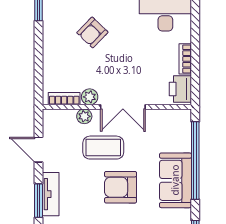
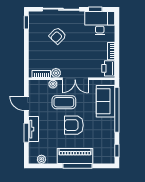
sofa: (175, 180) -> (106, 101), moved

